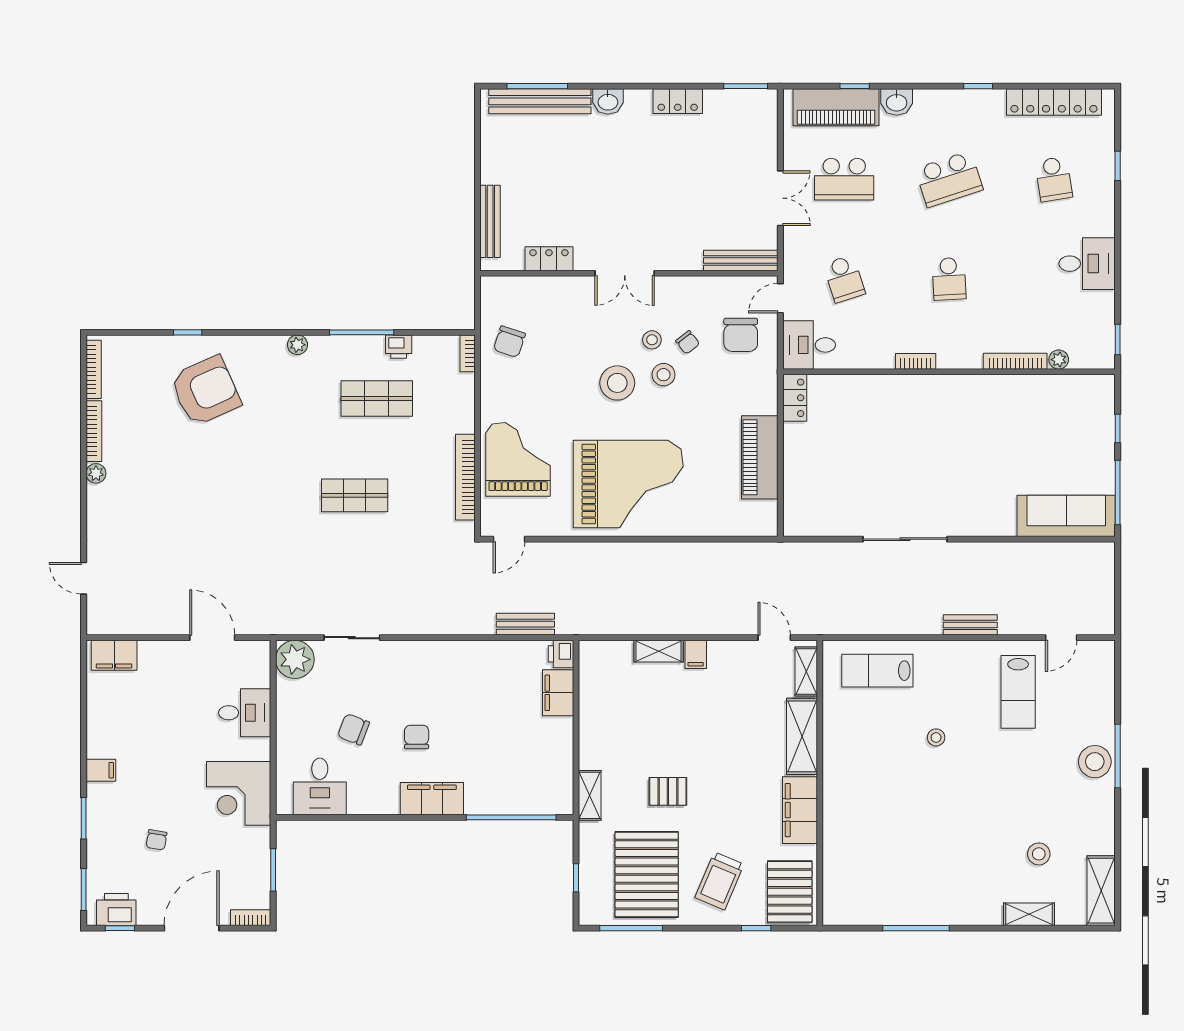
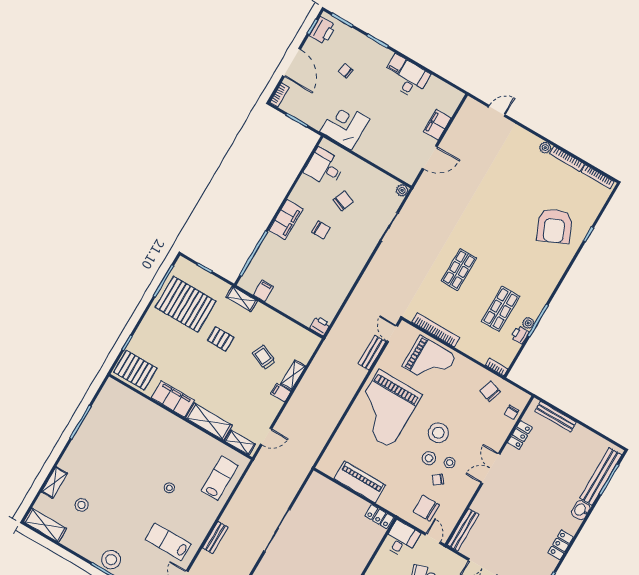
chair: (522, 291) -> (512, 412), added
plant: (297, 345) -> (528, 323), moved
bench: (525, 624) -> (372, 353), moved
filing cabinet: (114, 655) -> (437, 125), moved
plant: (295, 659) -> (402, 190), width x0.53, depth x0.53
filing cabinet: (558, 693) -> (263, 291), moved, width x0.50
desk: (245, 713) -> (412, 80), moved, turned 180
pallet: (668, 791) -> (221, 339), turned 90
trolley: (719, 881) -> (264, 357), moved, width x0.73, depth x0.72

